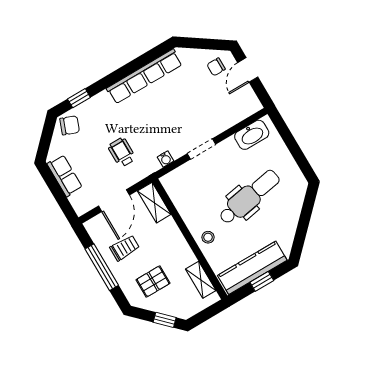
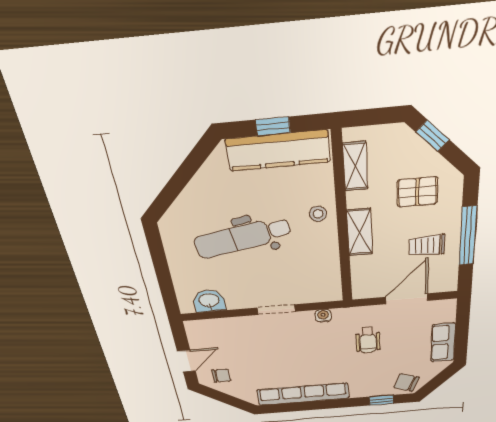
washbasin: (252, 135) -> (209, 301), width x0.72
shelving: (154, 203) -> (360, 232), moved

